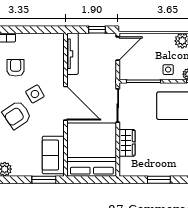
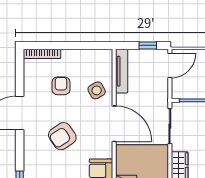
side table: (35, 94) -> (97, 90), moved

